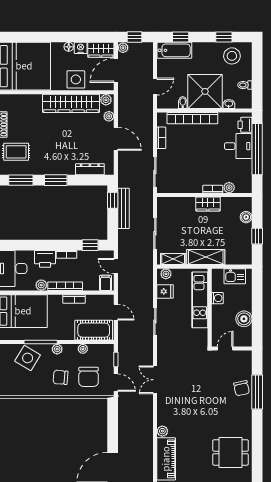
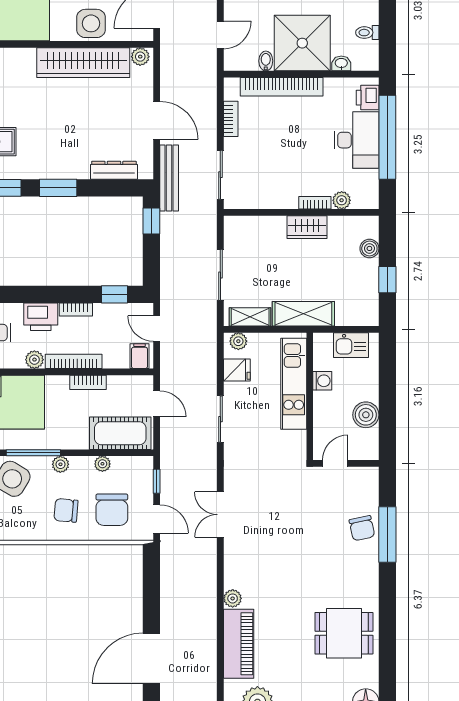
plant: (109, 116) -> (145, 84), removed
desk: (238, 146) -> (357, 140), width x1.37
bench: (124, 208) -> (169, 178), moved

